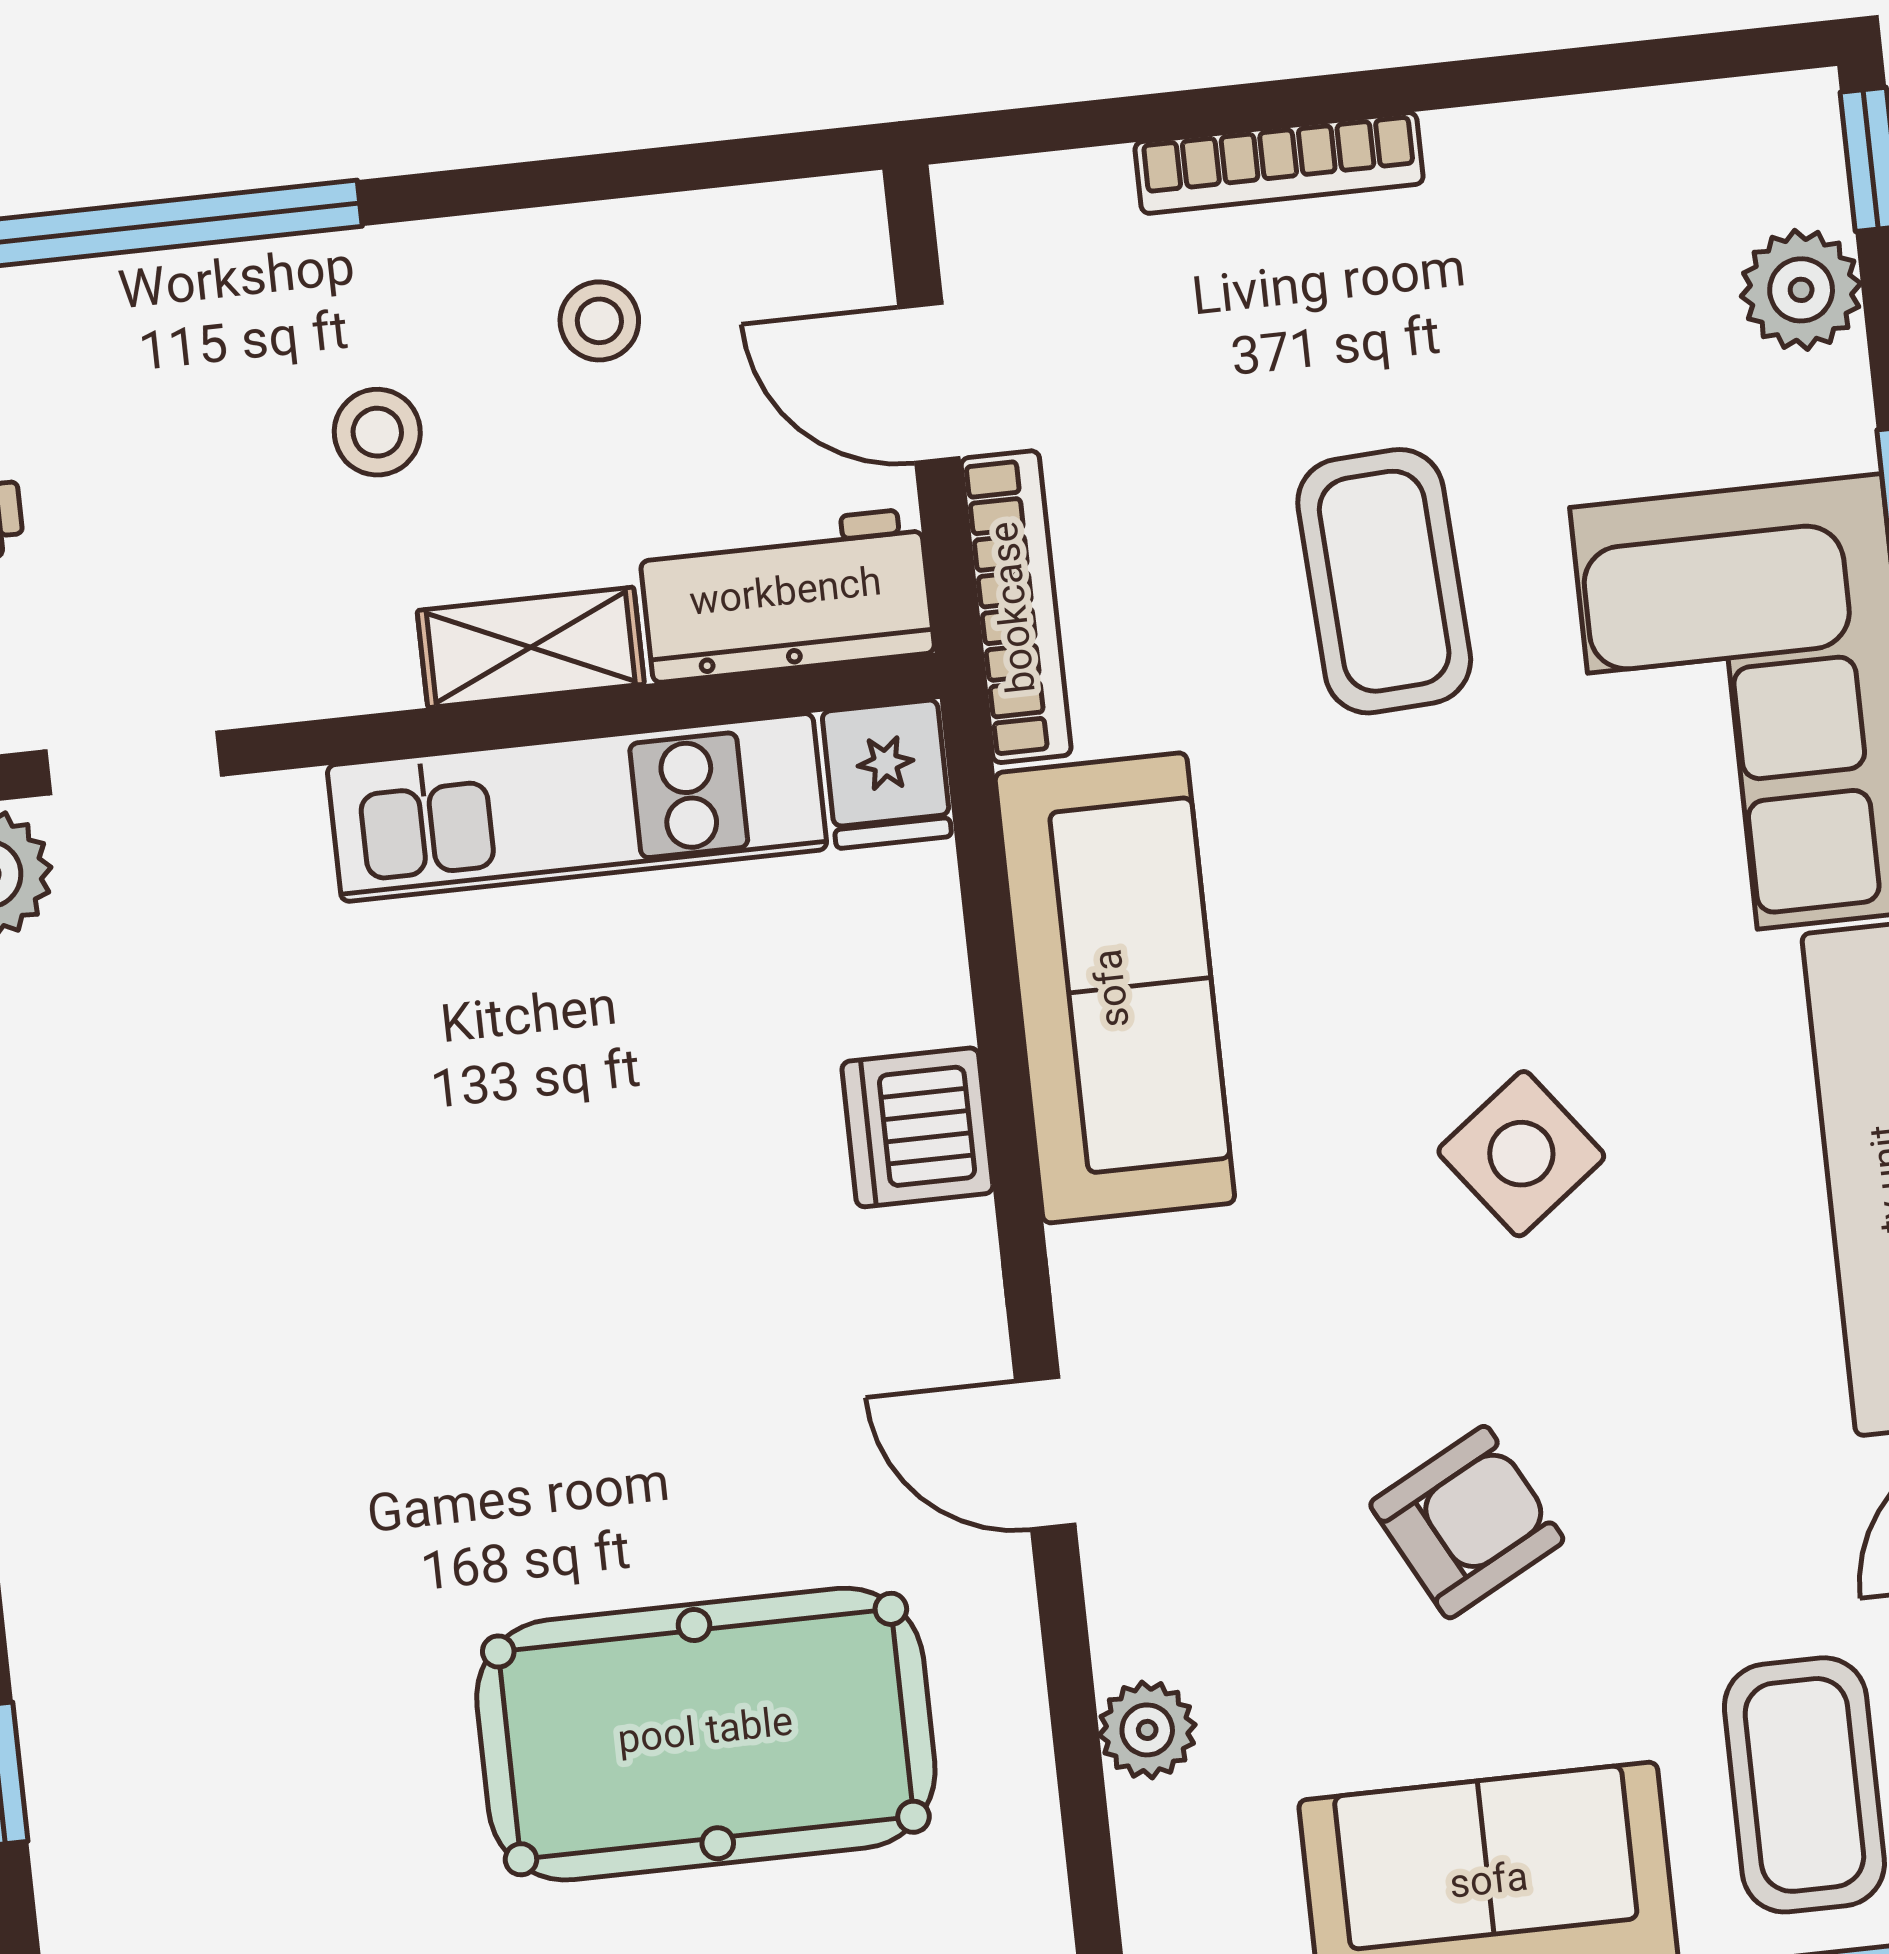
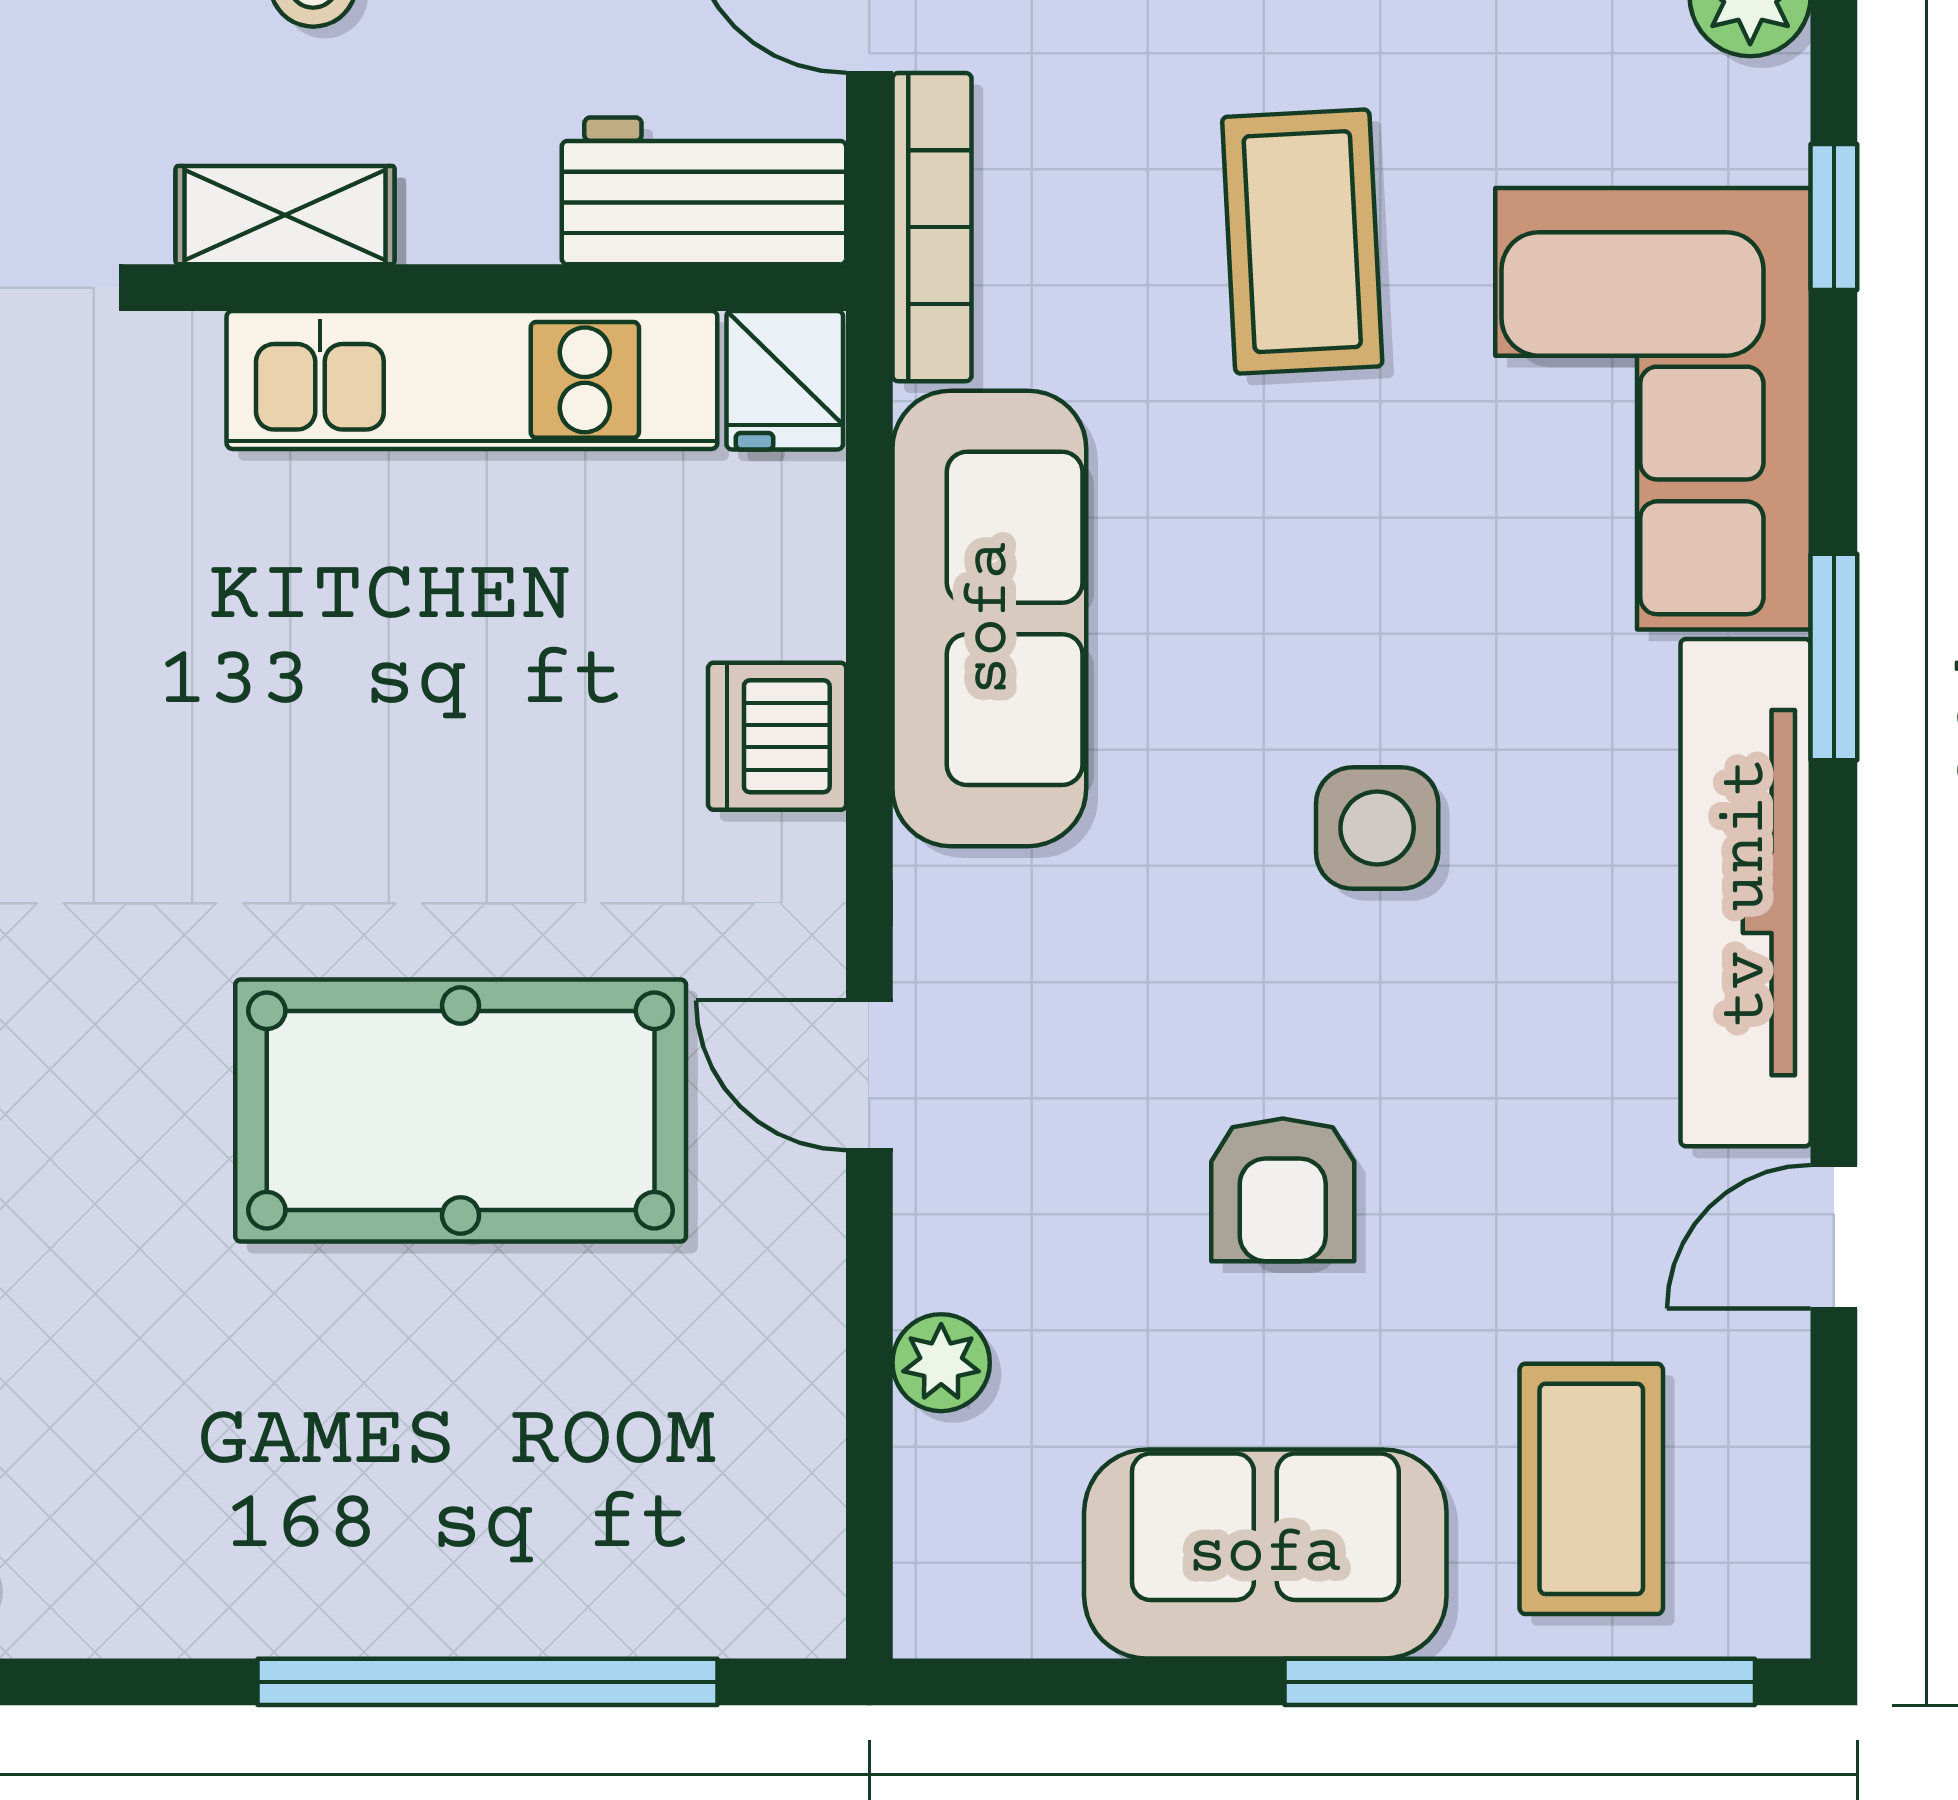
shelving: (531, 647) -> (285, 215), moved
side table: (1521, 1154) -> (1377, 828), turned 37
armchair: (1467, 1522) -> (1283, 1190), turned 118
pool table: (706, 1734) -> (461, 1110), moved

